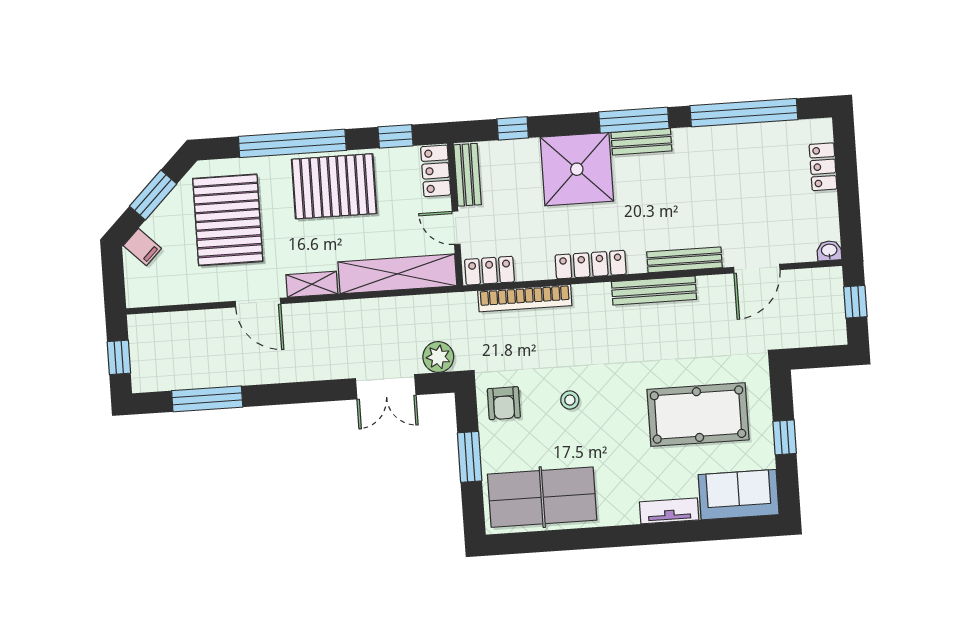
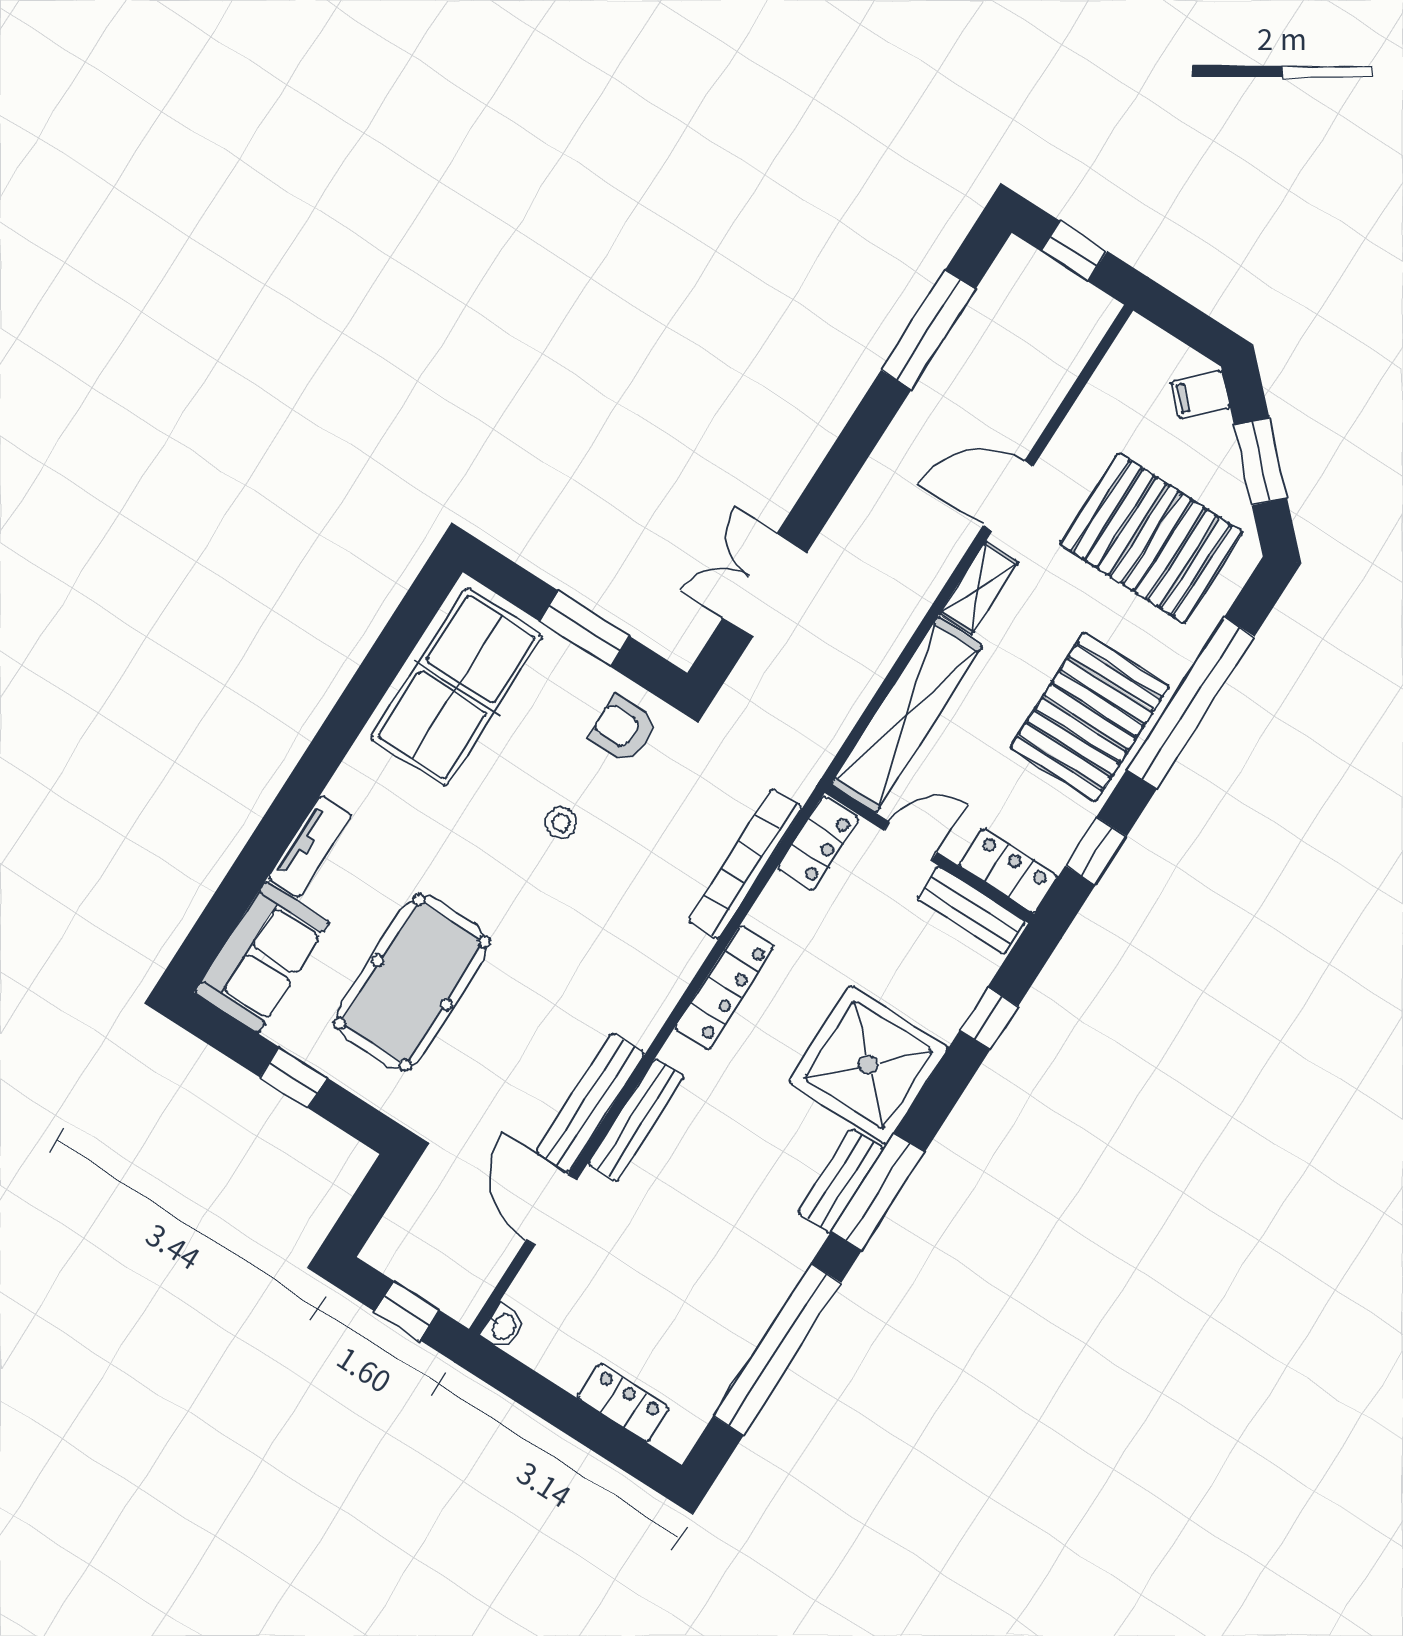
bench: (654, 291) -> (590, 1103), moved
plant: (438, 357) -> (752, 687), removed

